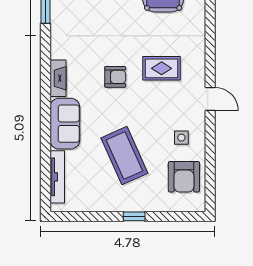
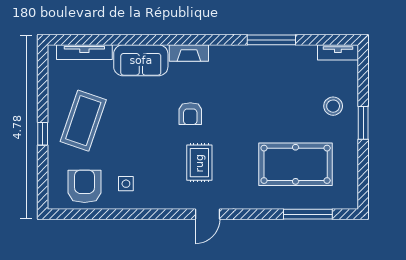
door: (210, 99) -> (208, 214), moved
coffee table: (124, 156) -> (83, 121), moved, turned -47
armchair: (184, 177) -> (85, 186), turned 90

